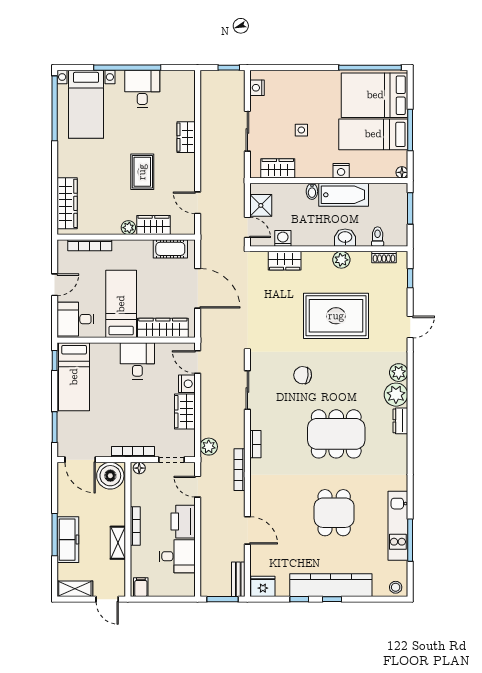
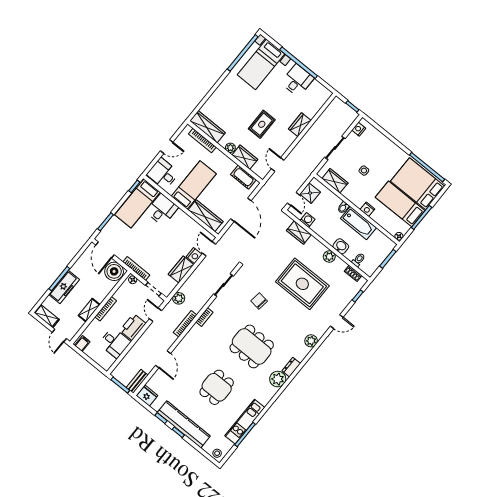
wardrobe: (67, 203) -> (208, 127), moved, turned -90
desk: (137, 361) -> (162, 210), moved
plant: (396, 395) -> (278, 379), moved

